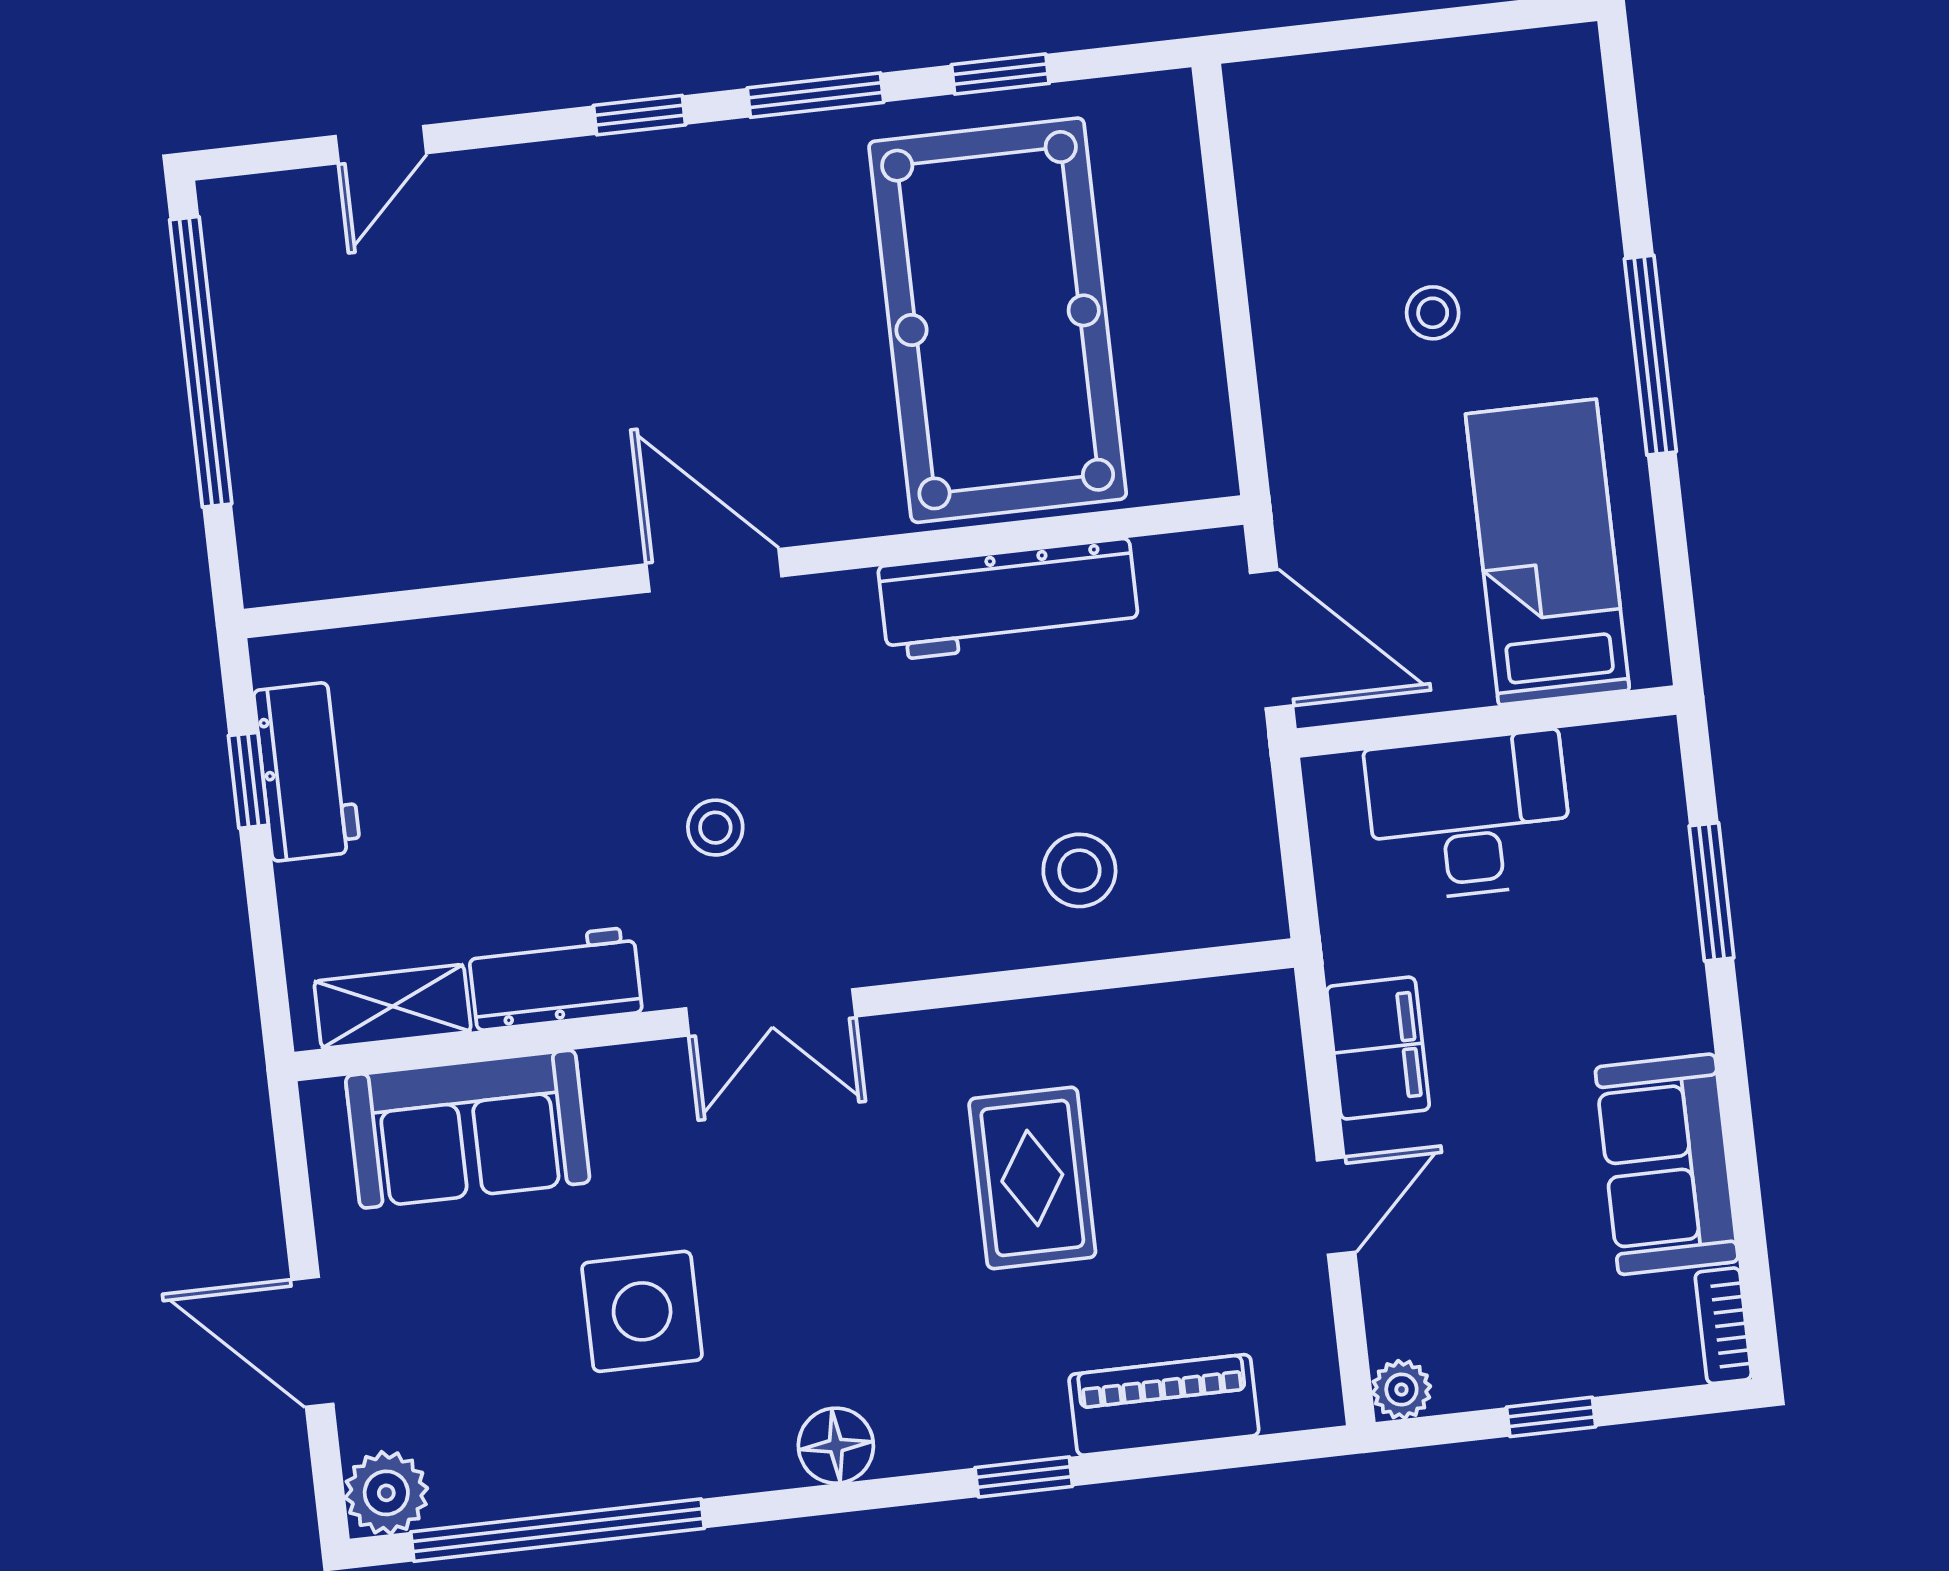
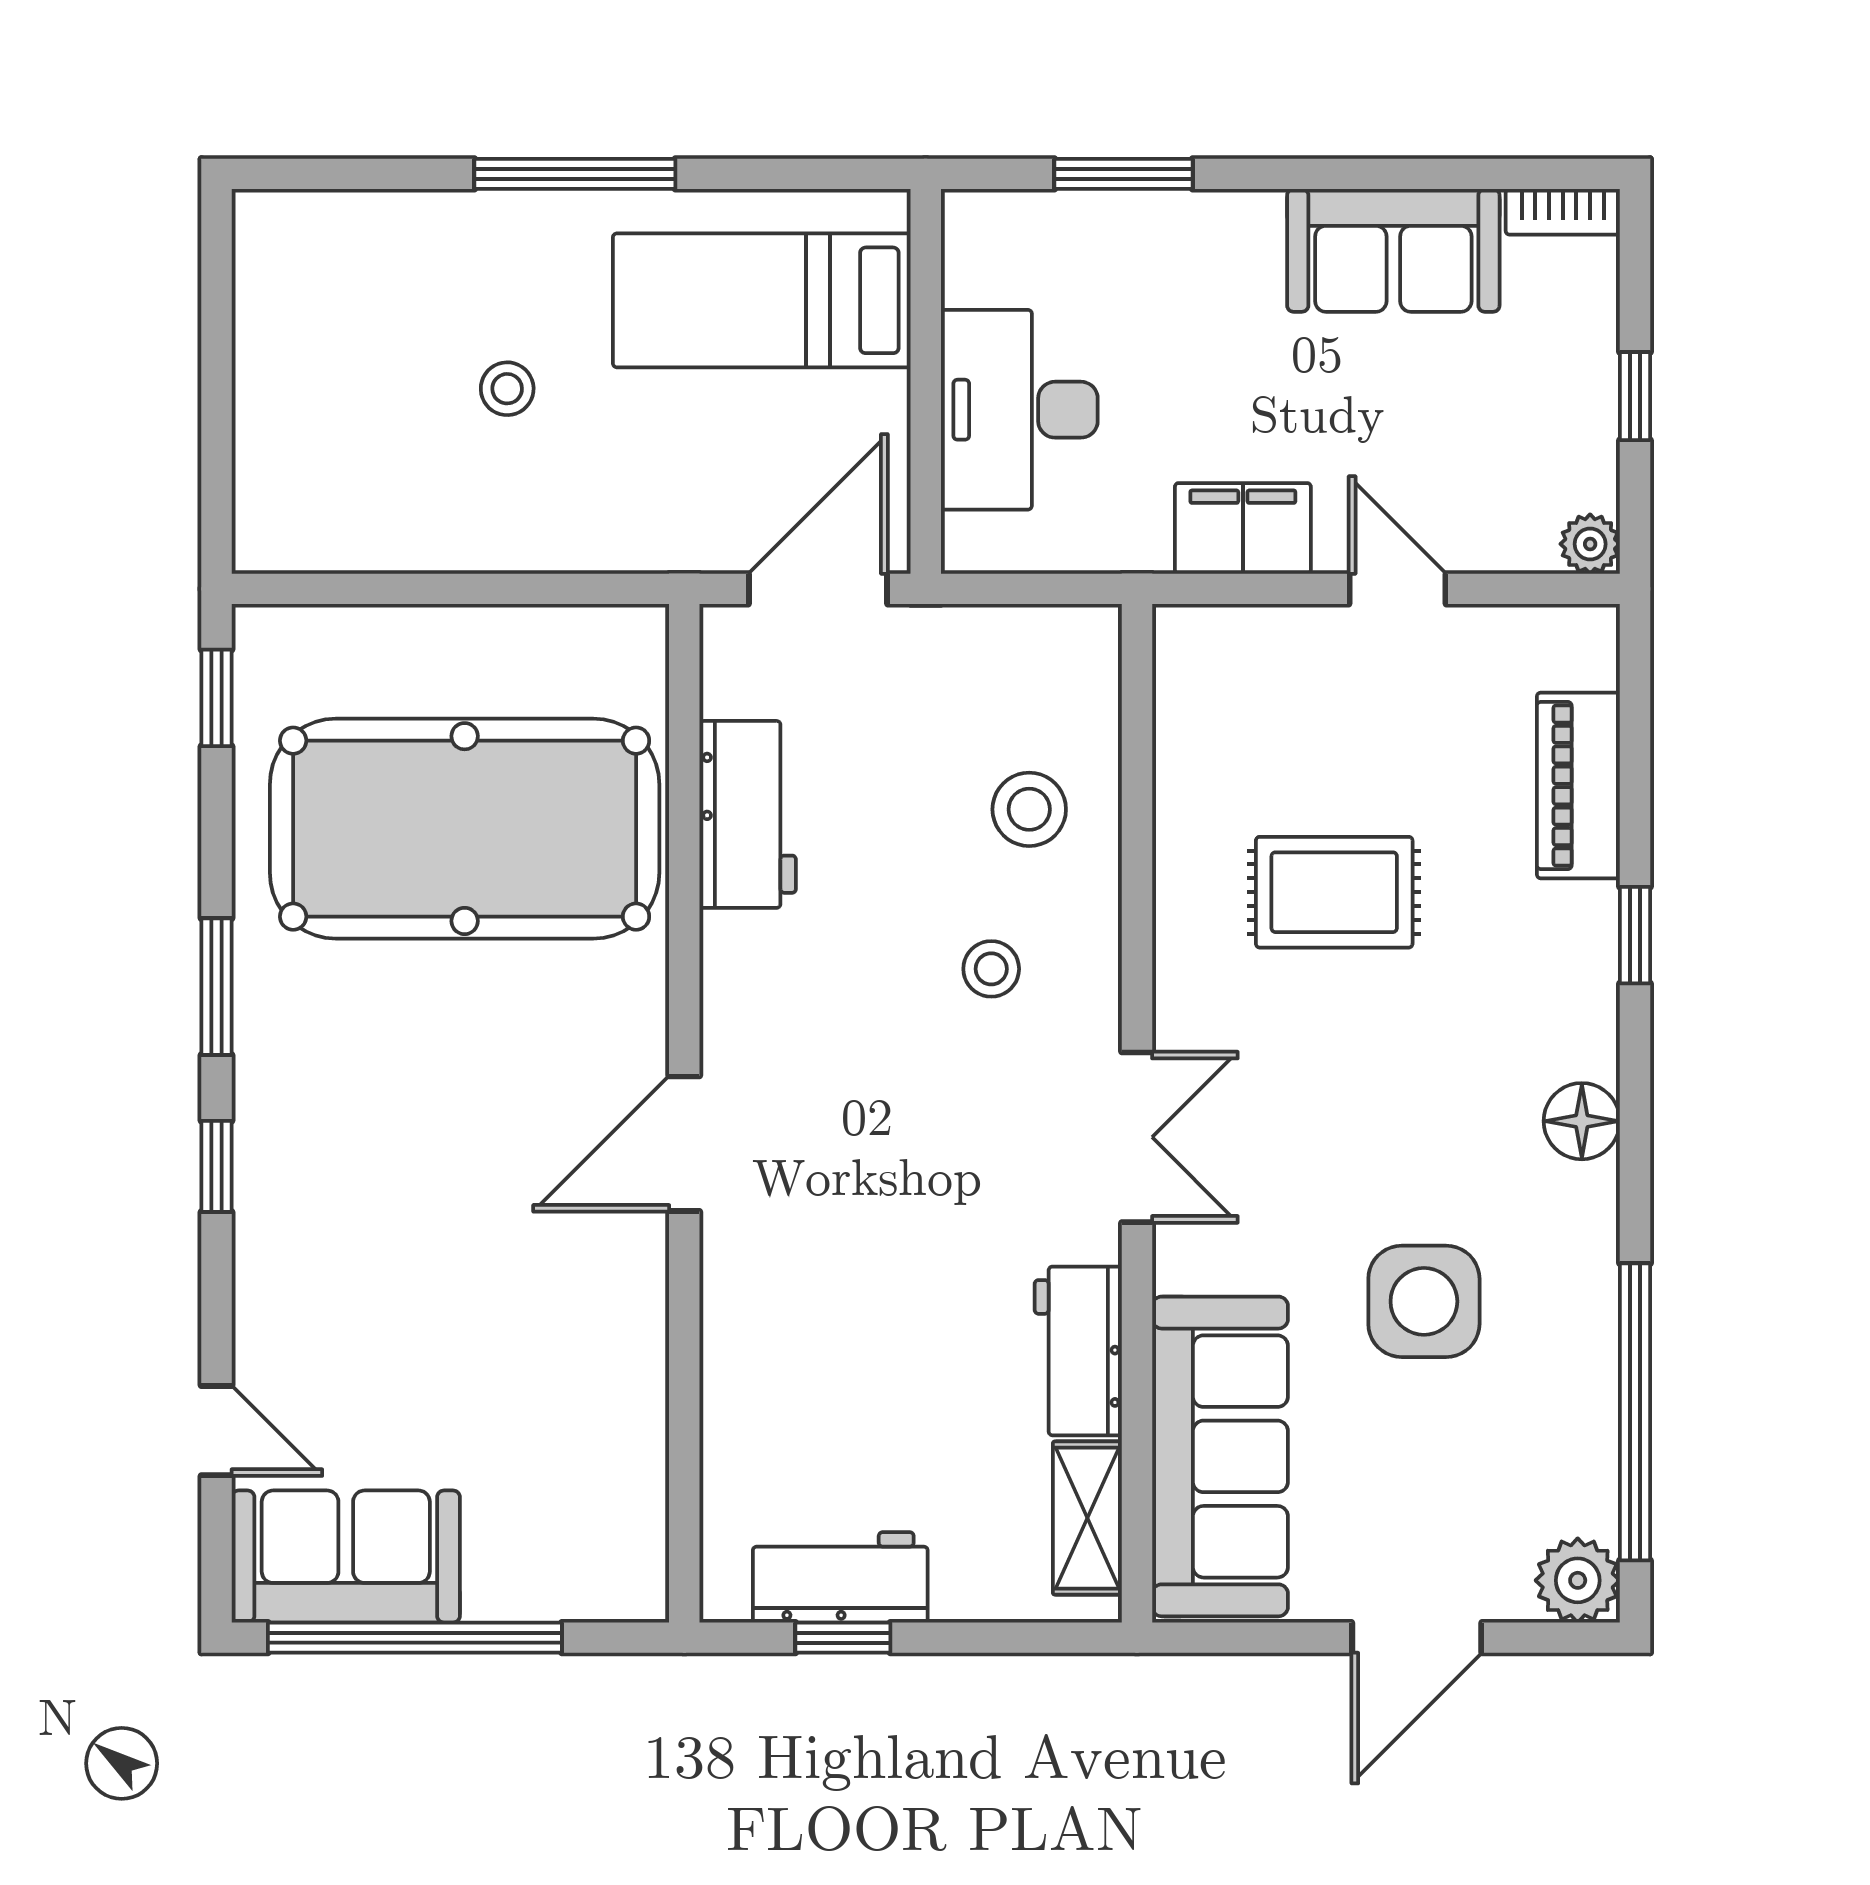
window: (1000, 74) -> (216, 698), moved
sofa: (272, 285) -> (346, 1557), added
workbench: (1009, 599) -> (748, 814), width x0.73
stool: (715, 828) -> (991, 969), moved
sofa: (468, 1129) -> (1220, 1456), width x1.36

